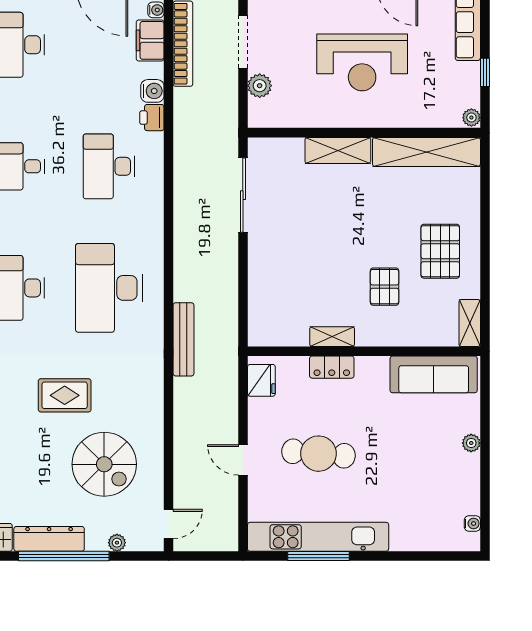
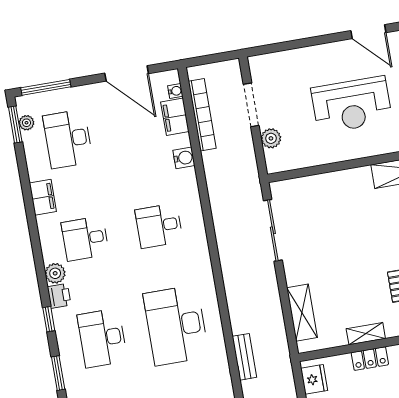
printer: (152, 118) -> (187, 180), removed
shelving: (338, 150) -> (302, 313), moved, turned 90
desk: (109, 166) -> (159, 226), width x0.73
bench: (183, 339) -> (244, 357), width x0.73

